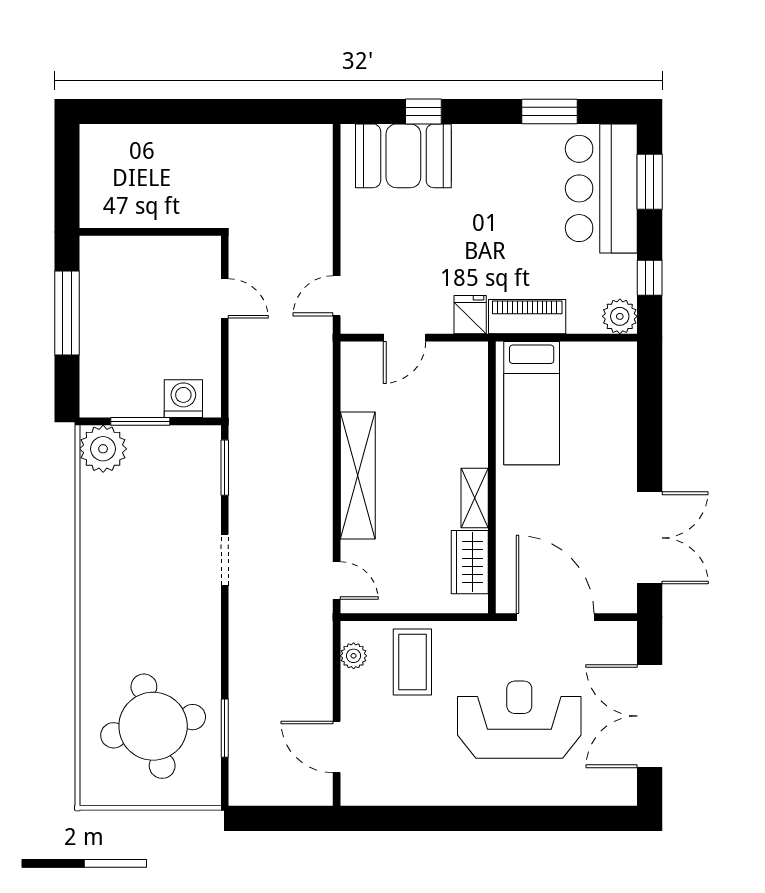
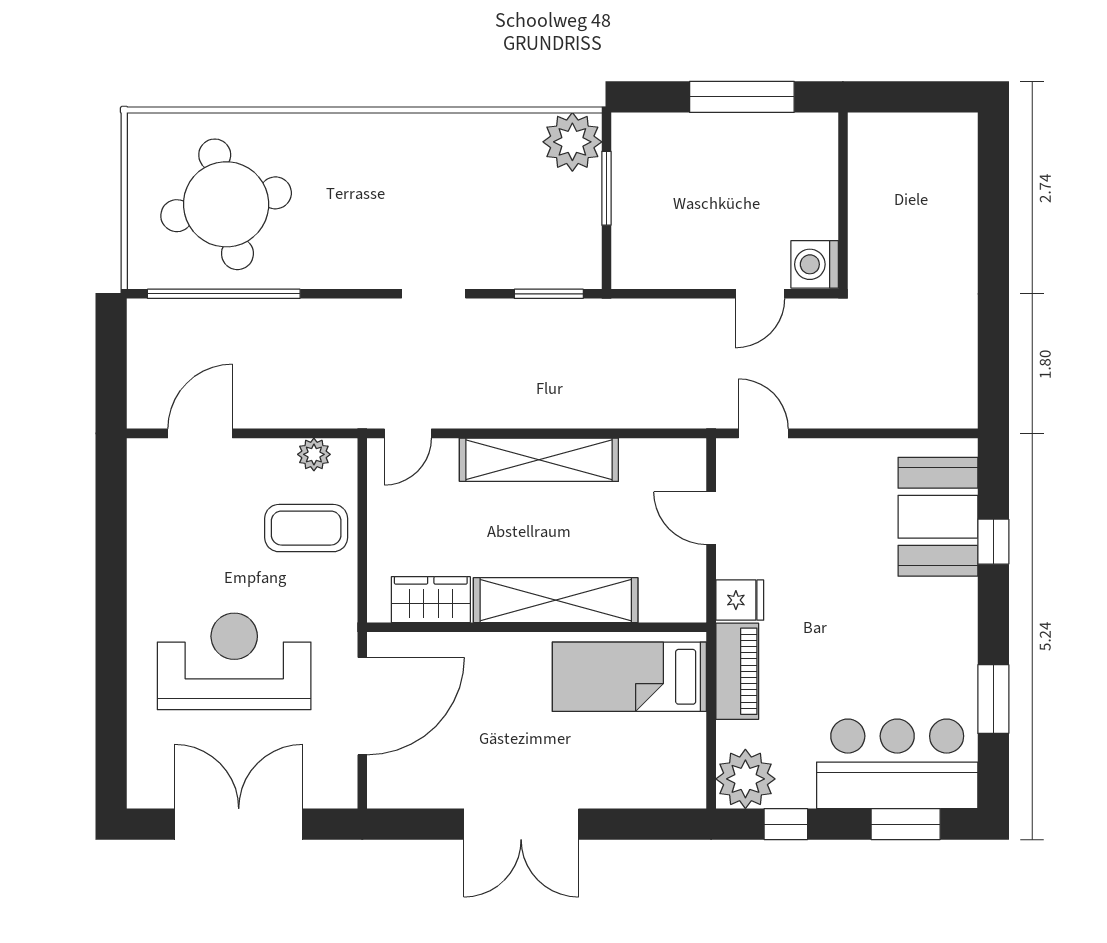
plant: (620, 316) -> (745, 779), width x1.36, depth x1.36
washing machine: (183, 399) -> (815, 264), moved, turned 180
shelving: (475, 498) -> (556, 600), width x2.20, depth x1.33
double door: (650, 538) -> (521, 824), moved
reception desk: (519, 720) -> (234, 661), turned -90
window: (225, 728) -> (224, 294), width x2.11

